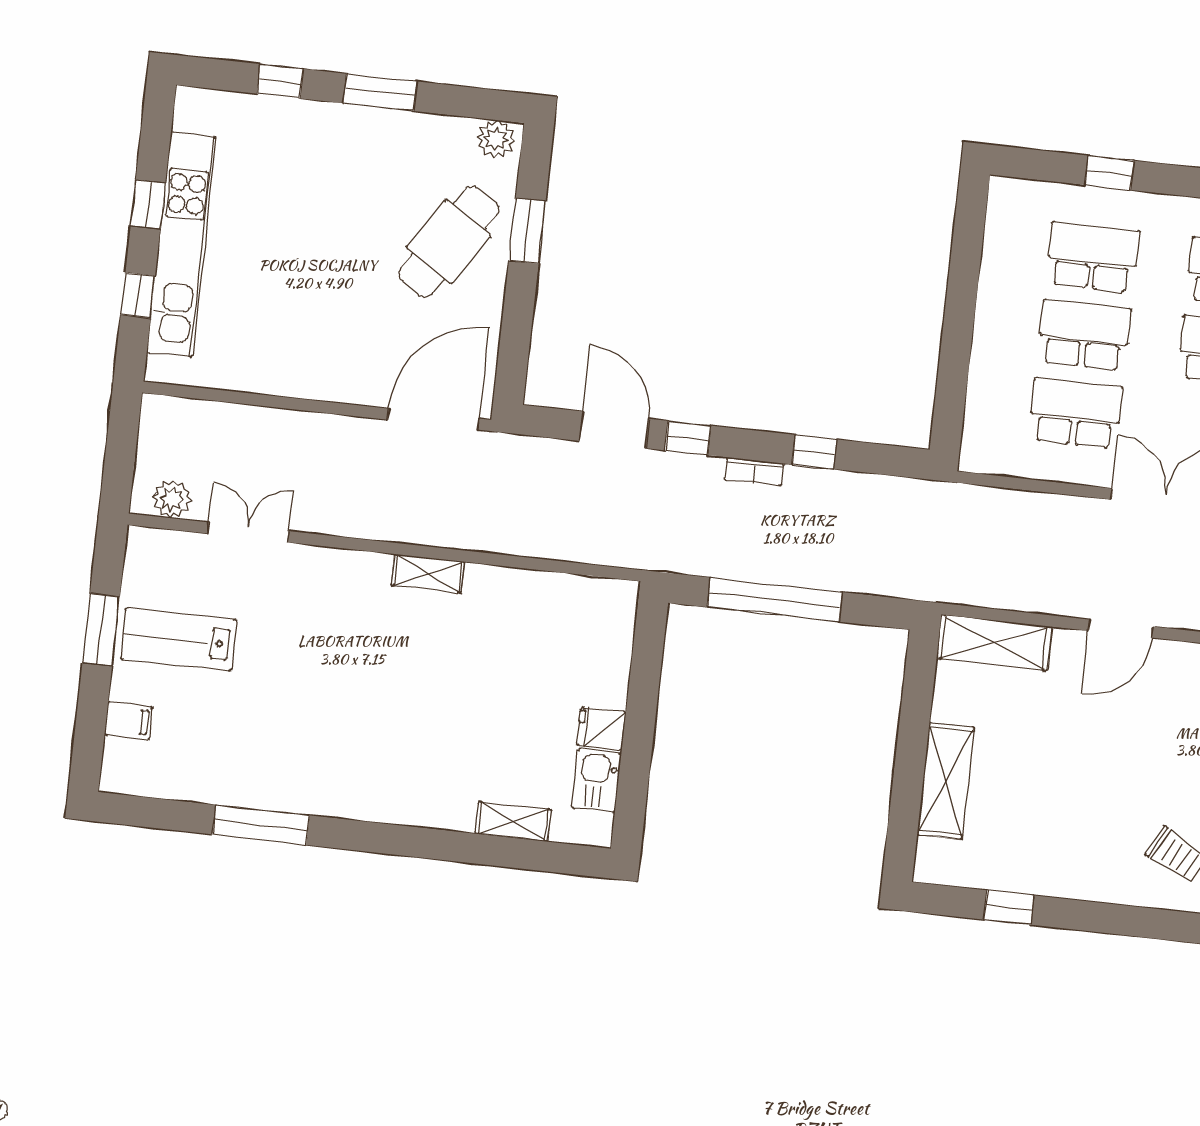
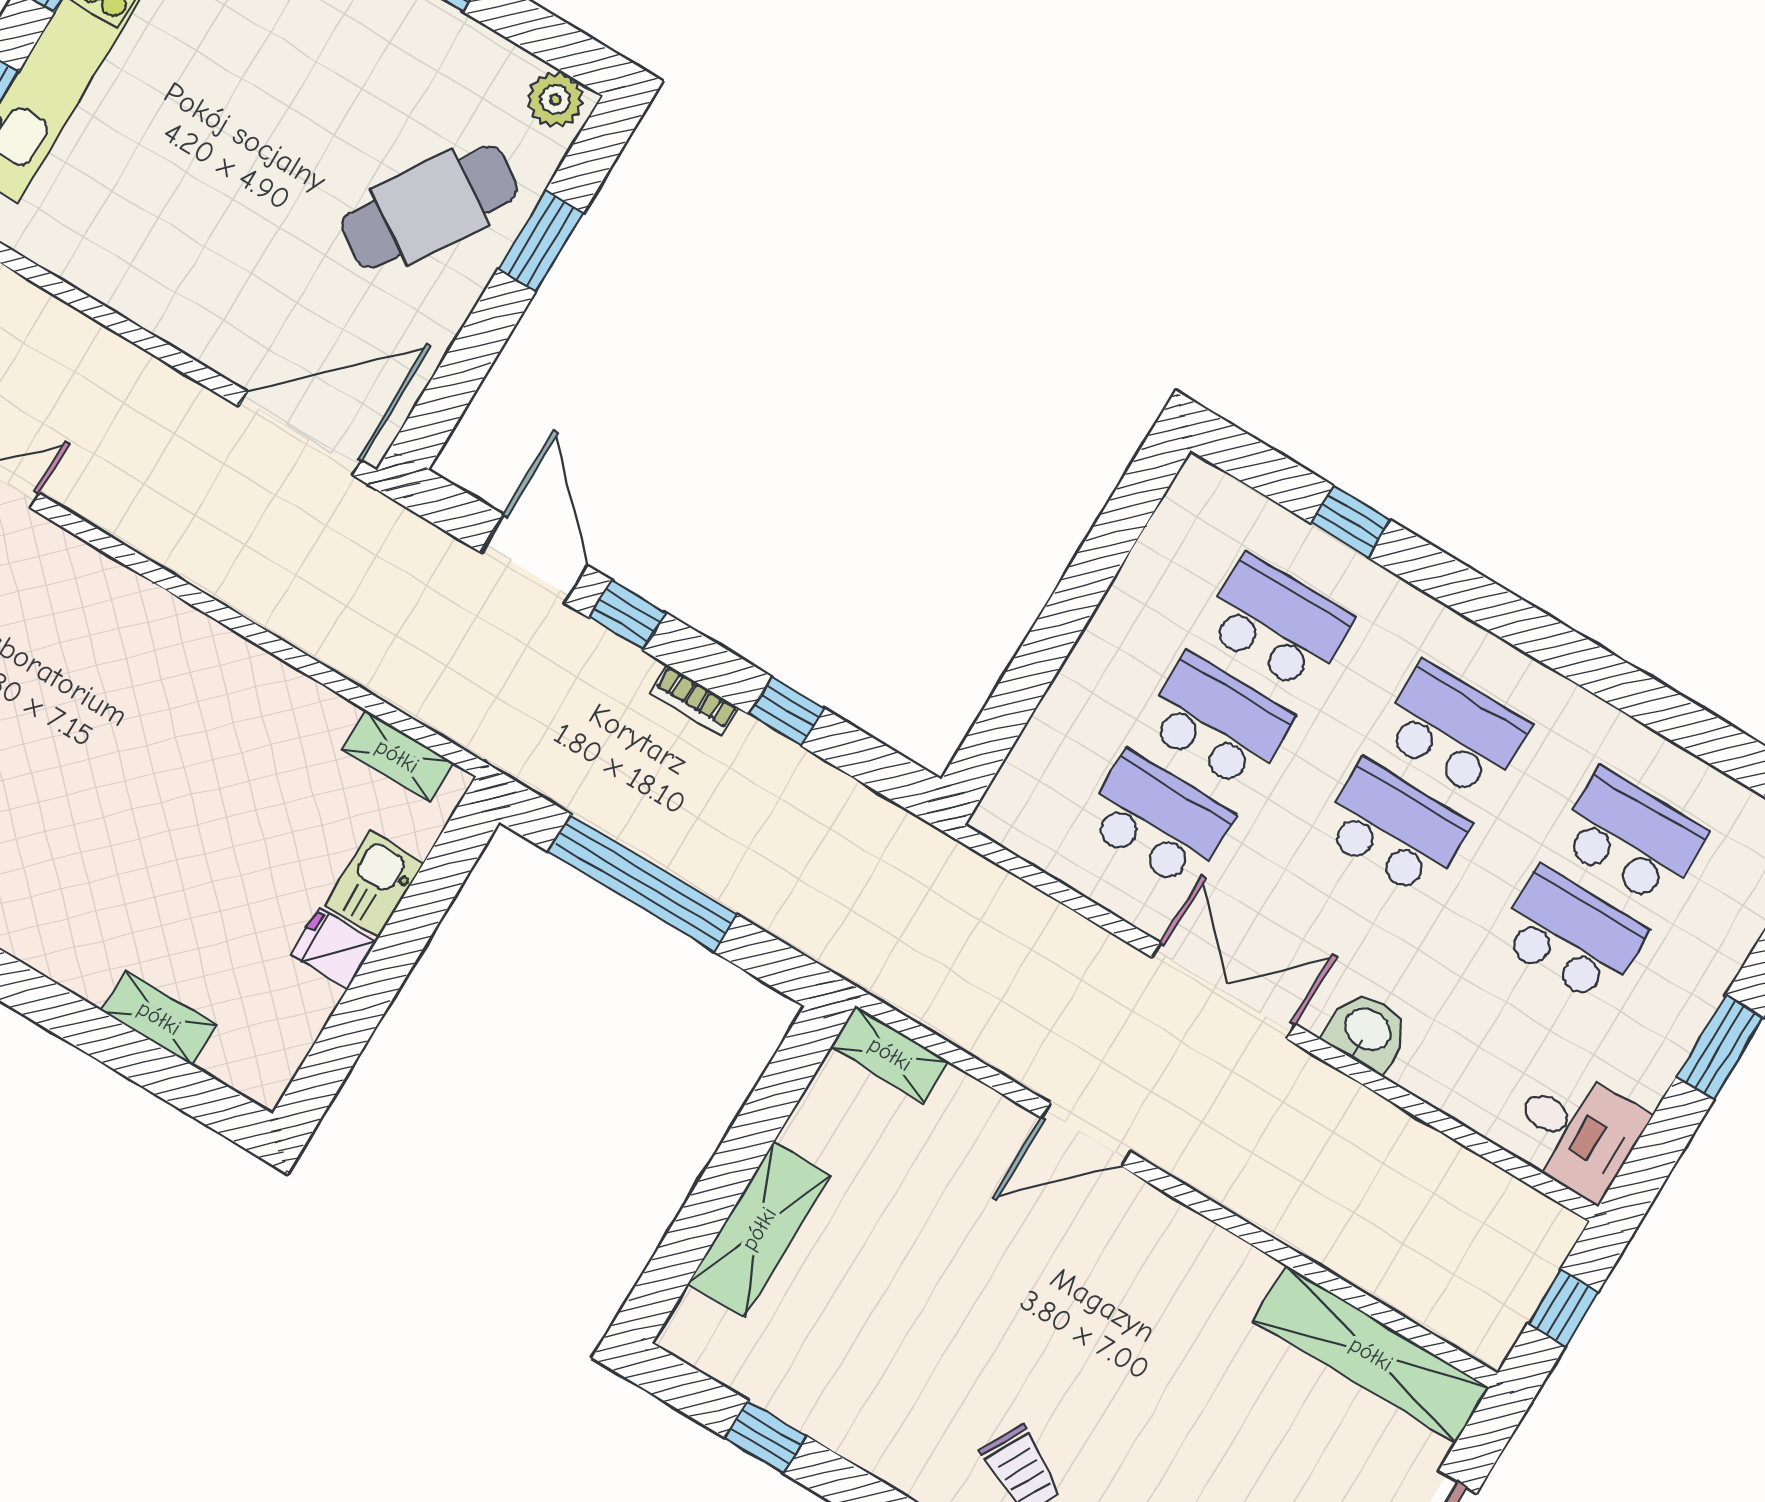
shelving: (428, 573) -> (397, 756), moved
shelving: (994, 643) -> (890, 1054), width x0.67, depth x0.75
kitchen sink: (597, 781) -> (374, 884), moved

